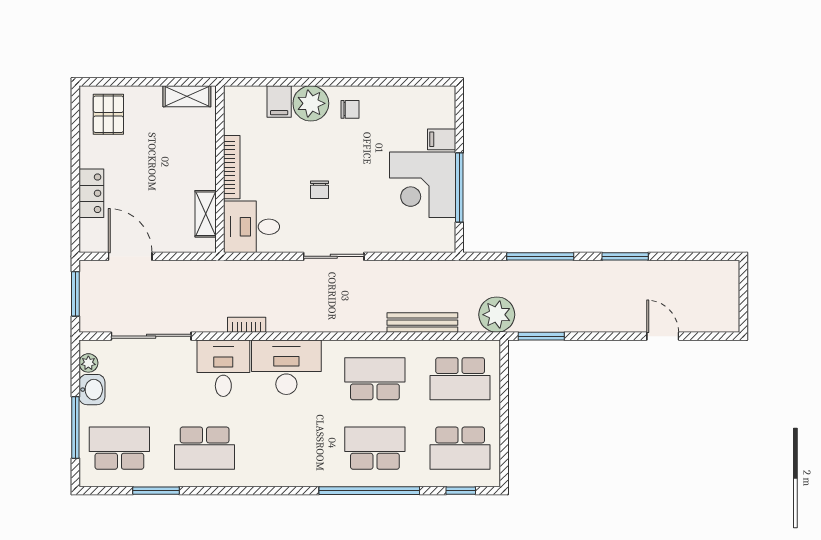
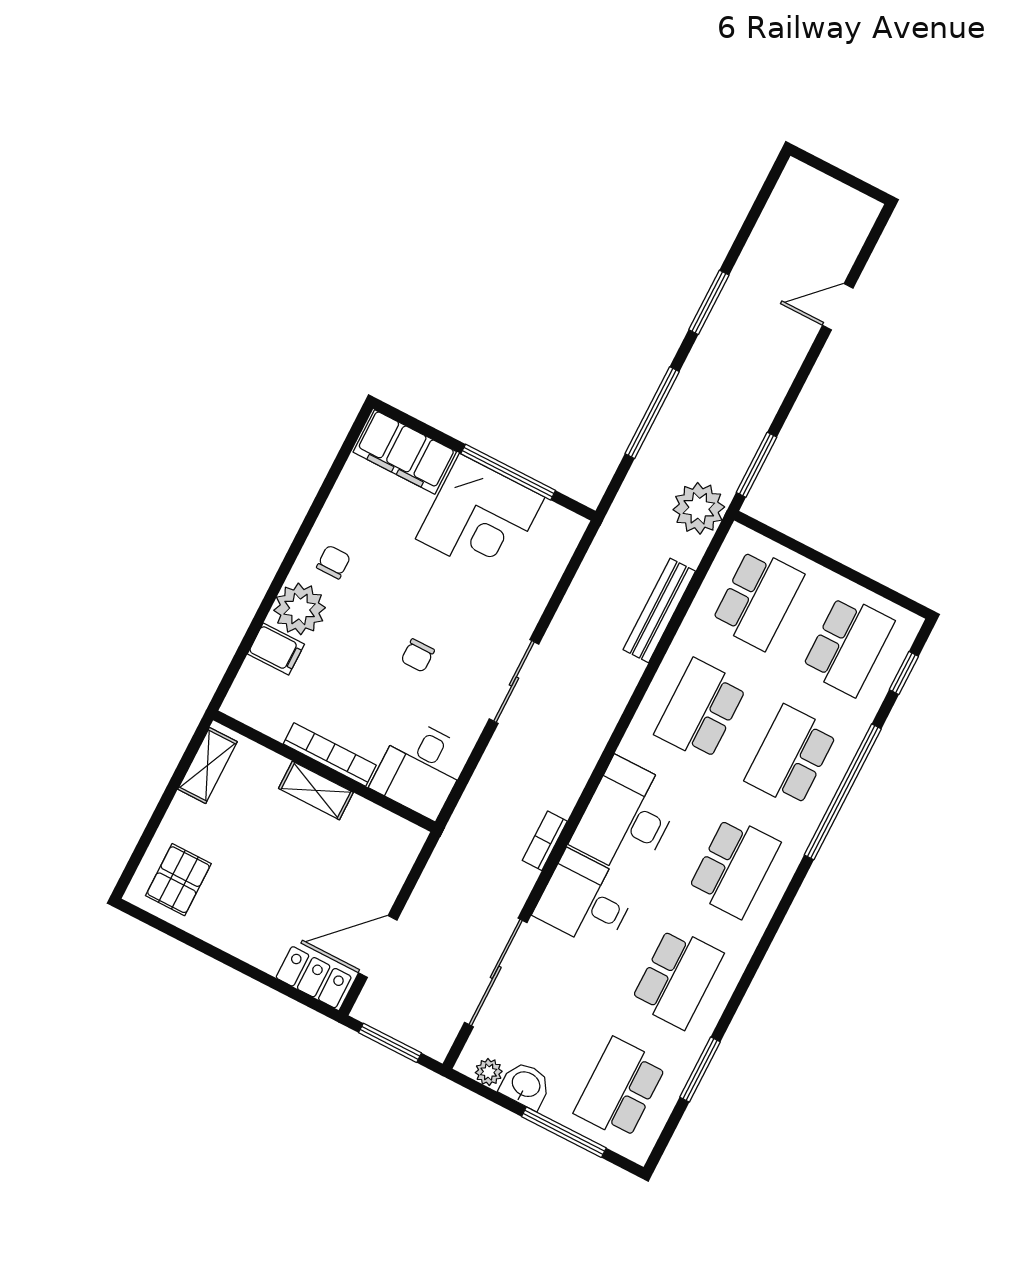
pallet: (108, 114) -> (178, 880), turned 90
filing cabinet: (442, 139) -> (405, 452), width x3.00, depth x1.17
chair: (319, 190) -> (418, 655), turned 90
locker: (91, 193) -> (314, 977), moved
shelving: (206, 214) -> (316, 790), moved
school desk: (290, 448) -> (734, 867), added

